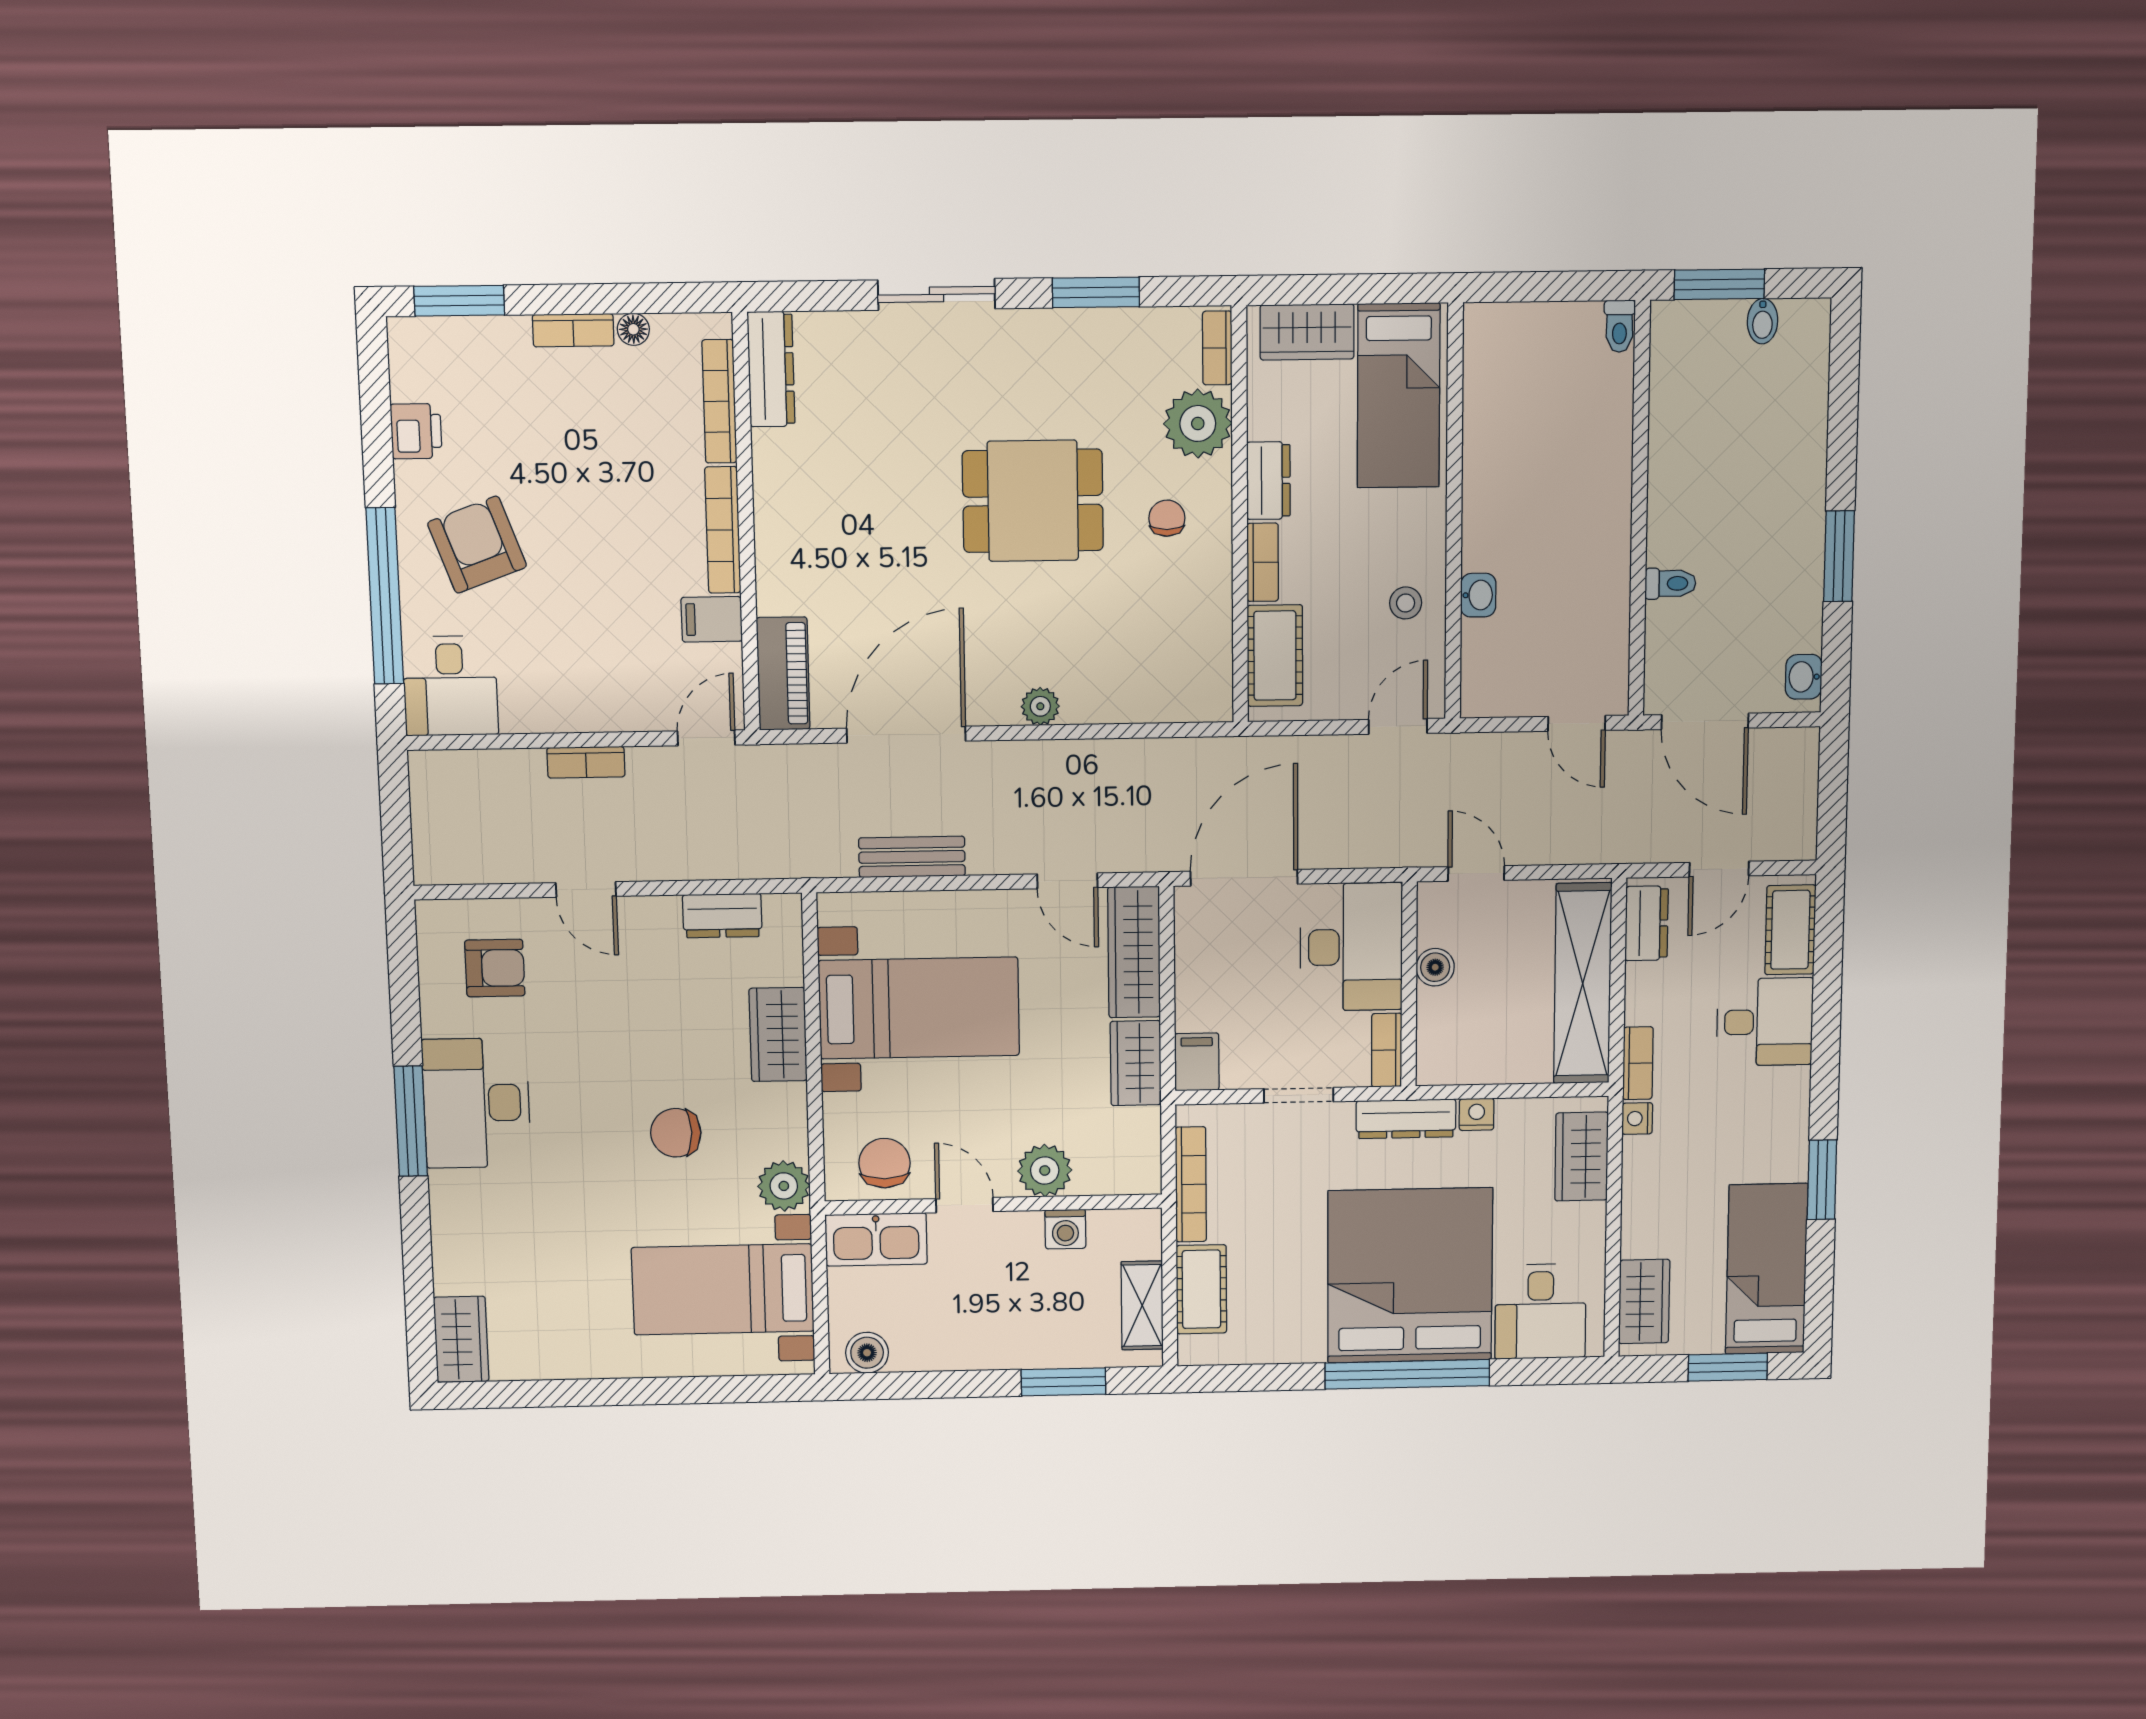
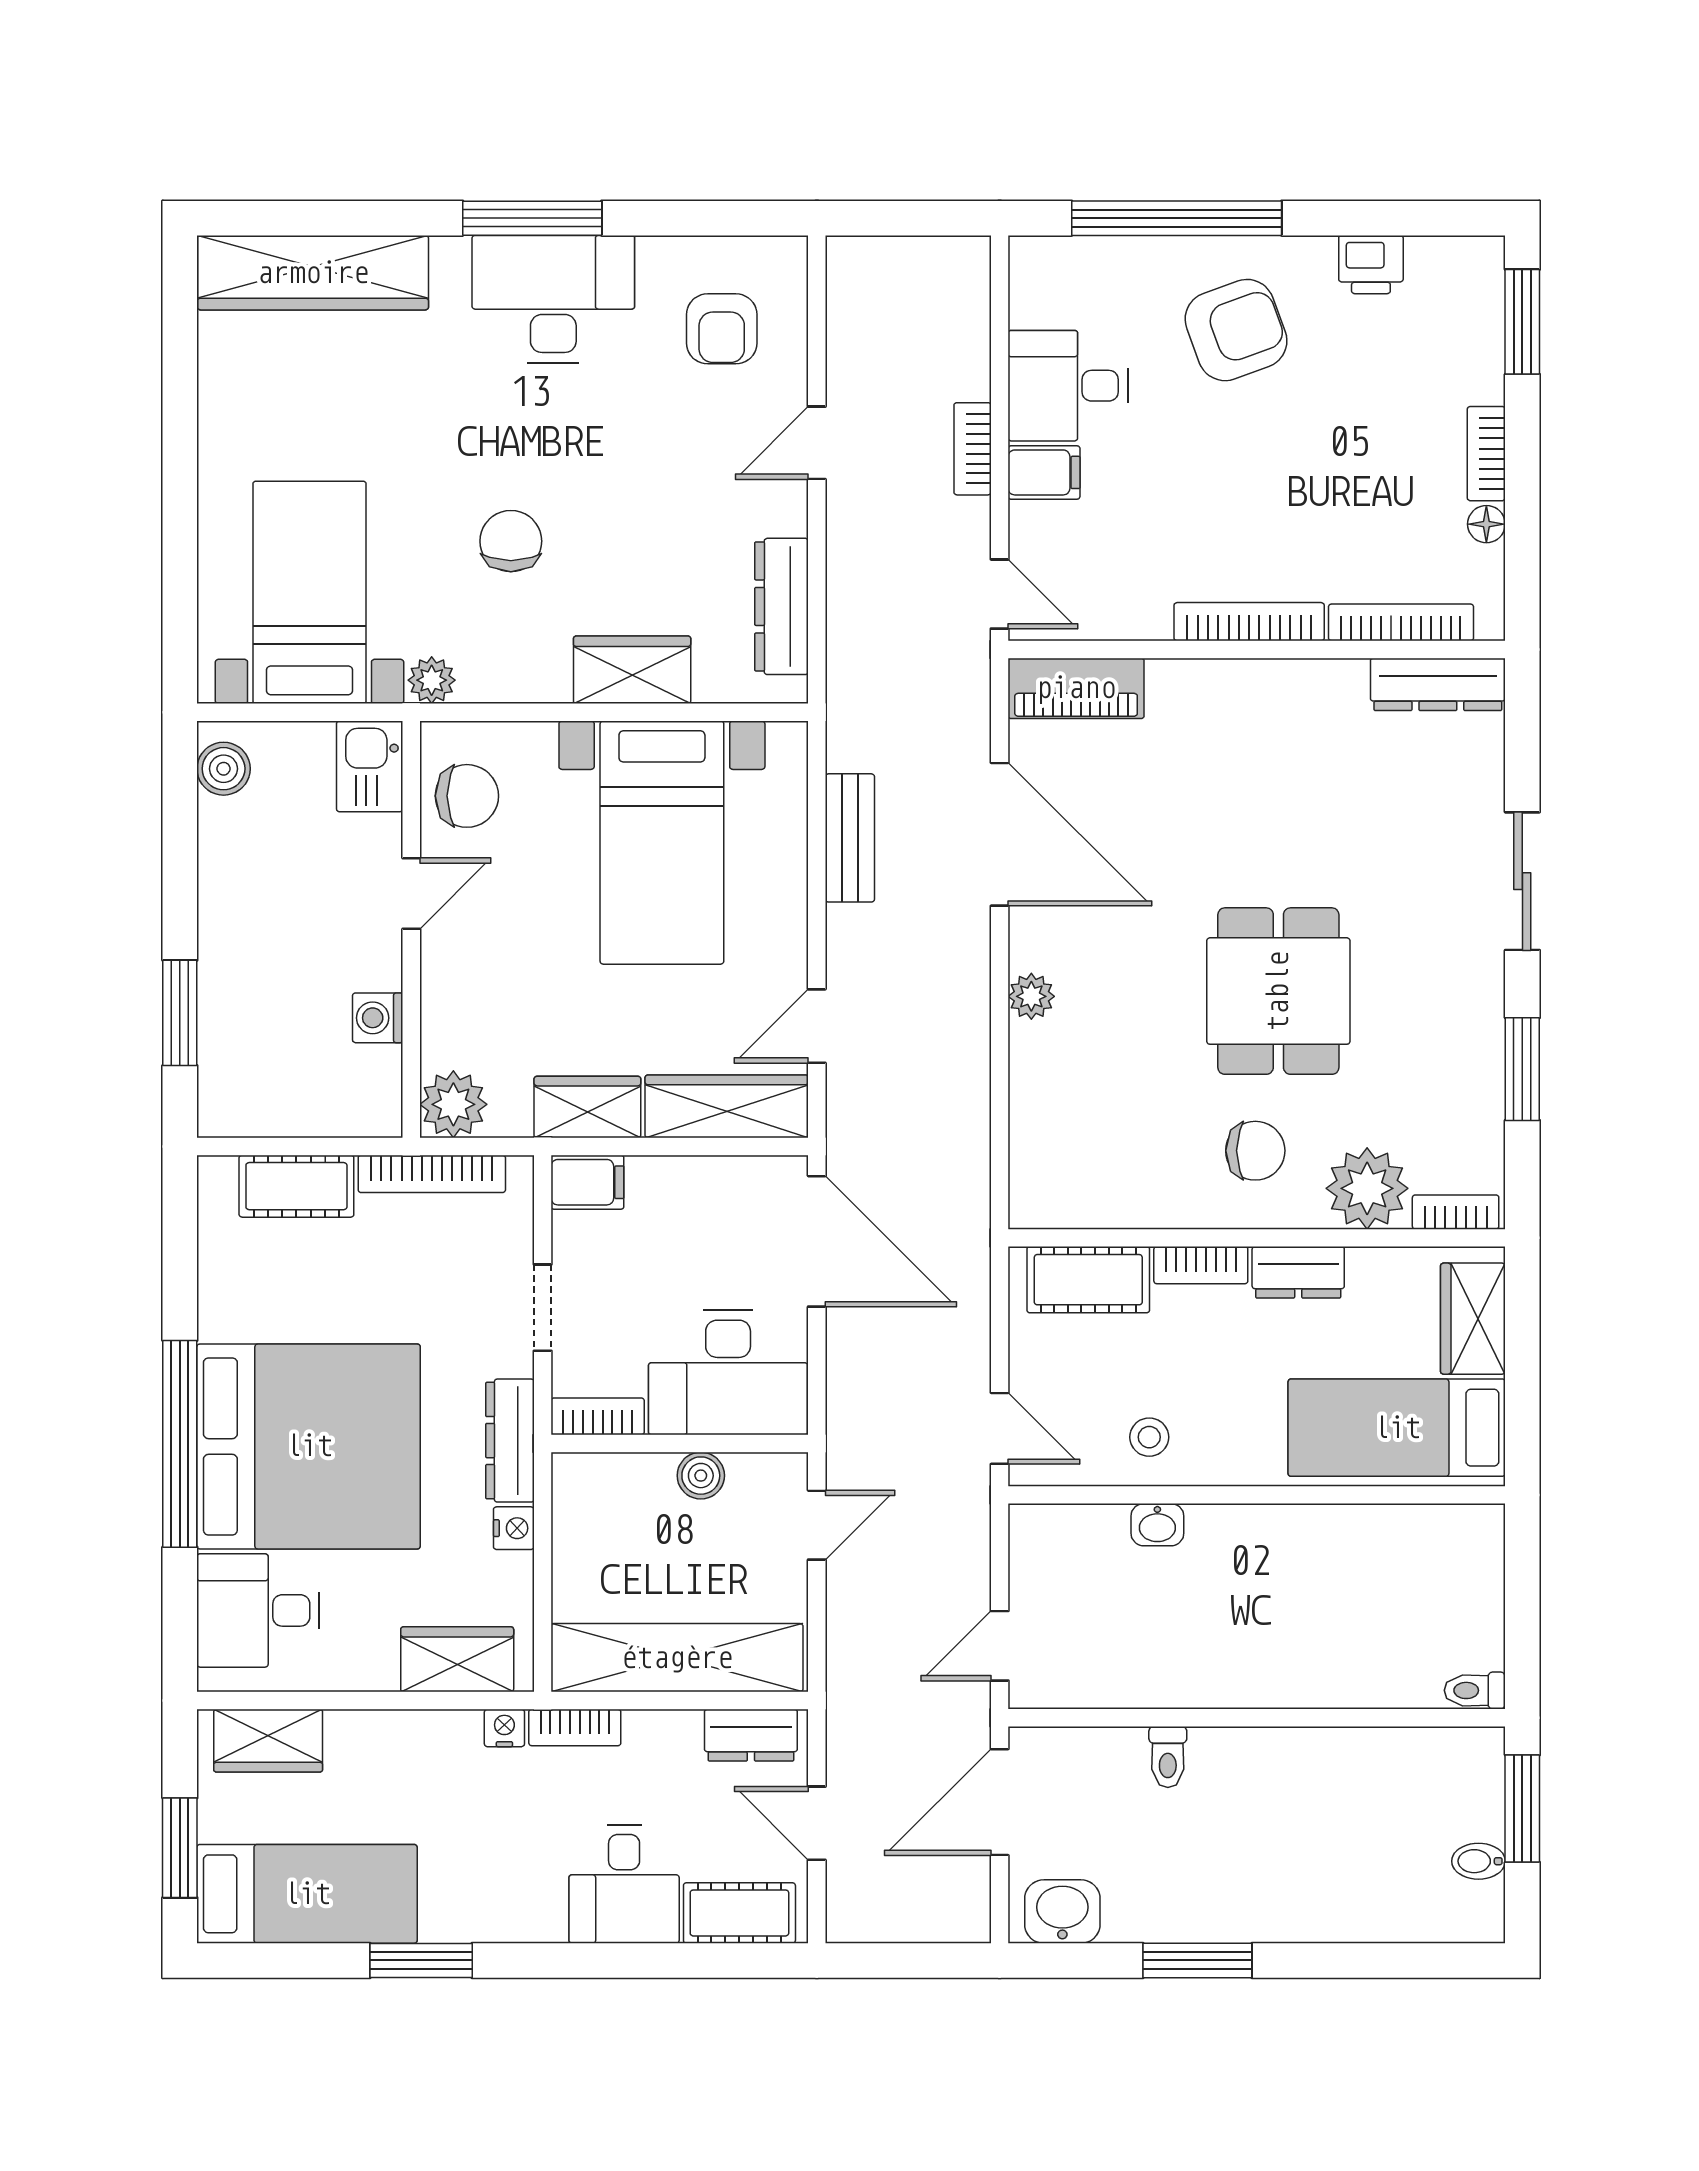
chair: (1167, 518) -> (1255, 1151), width x1.37, depth x1.37
filing cabinet: (712, 619) -> (1044, 472), moved, turned 90
washbasin: (1804, 677) -> (1062, 1912), width x1.38, depth x1.45
desk: (450, 686) -> (1068, 386), moved
dresser: (722, 916) -> (782, 606), width x1.44
plant: (1045, 1171) -> (453, 1104), moved
plant: (784, 1186) -> (432, 680), width x0.73, depth x0.73
kitchen sink: (876, 1239) -> (370, 766), width x0.73
shelving: (1142, 1305) -> (277, 1112), removed
wardrobe: (461, 1339) -> (313, 273), width x2.10, depth x1.17

